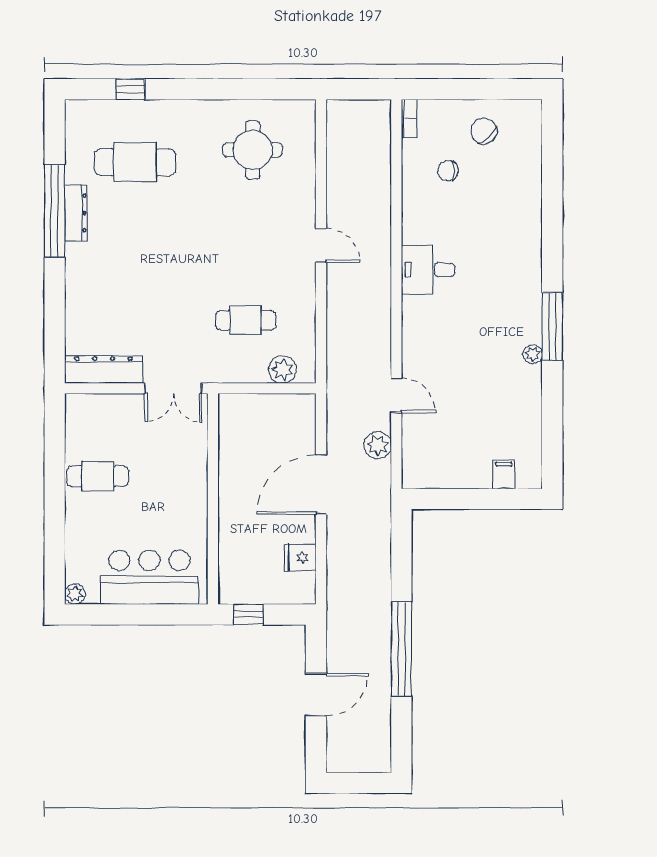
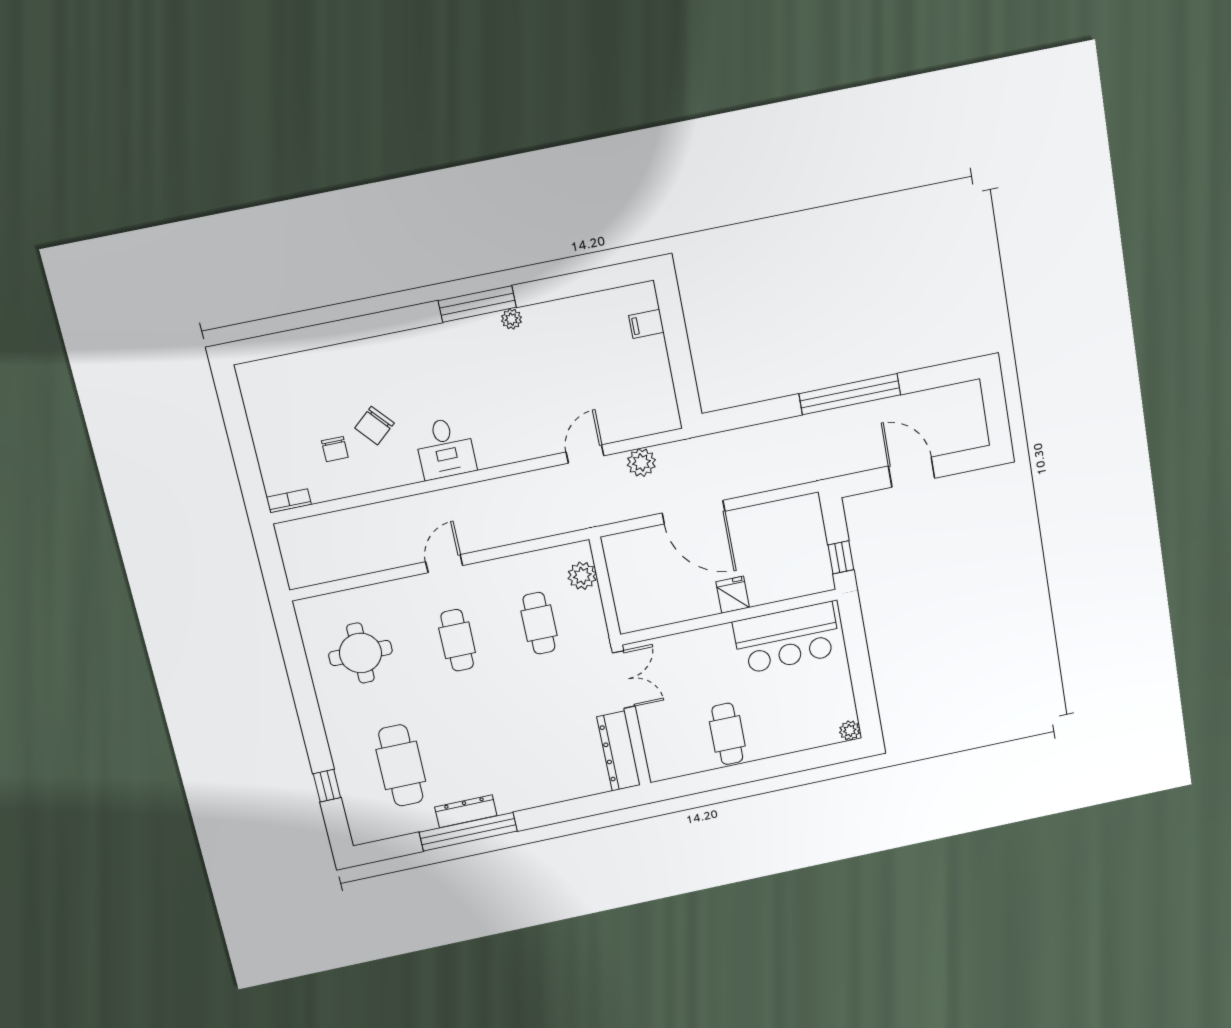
chair: (484, 131) -> (374, 426), moved
cafe table: (246, 241) -> (457, 640), added
fridge: (300, 558) -> (733, 595), moved, turned 180
bar counter: (149, 577) -> (787, 638), moved, turned -90

